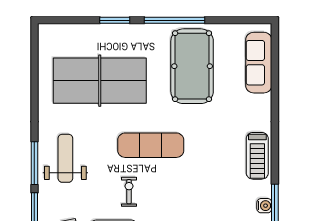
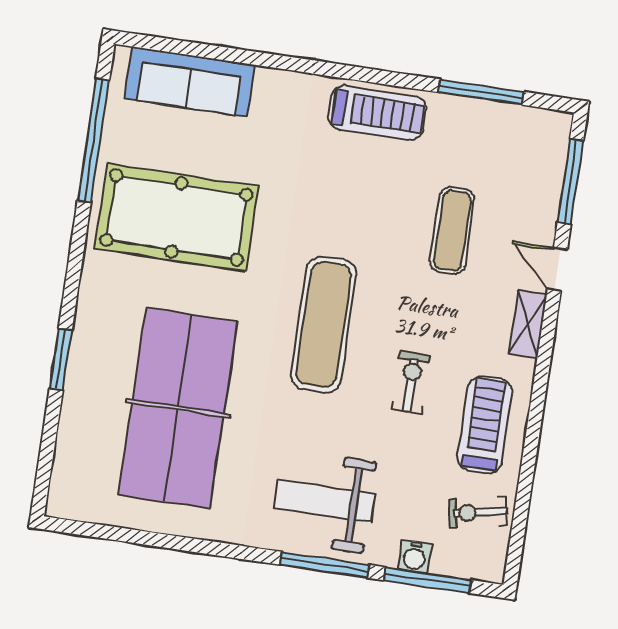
window: (175, 20) -> (93, 140), moved
exercise bike: (129, 192) -> (411, 383), turned 90
exercise mat: (206, 201) -> (452, 231), added
water cooler: (264, 206) -> (415, 557), moved, turned 180

